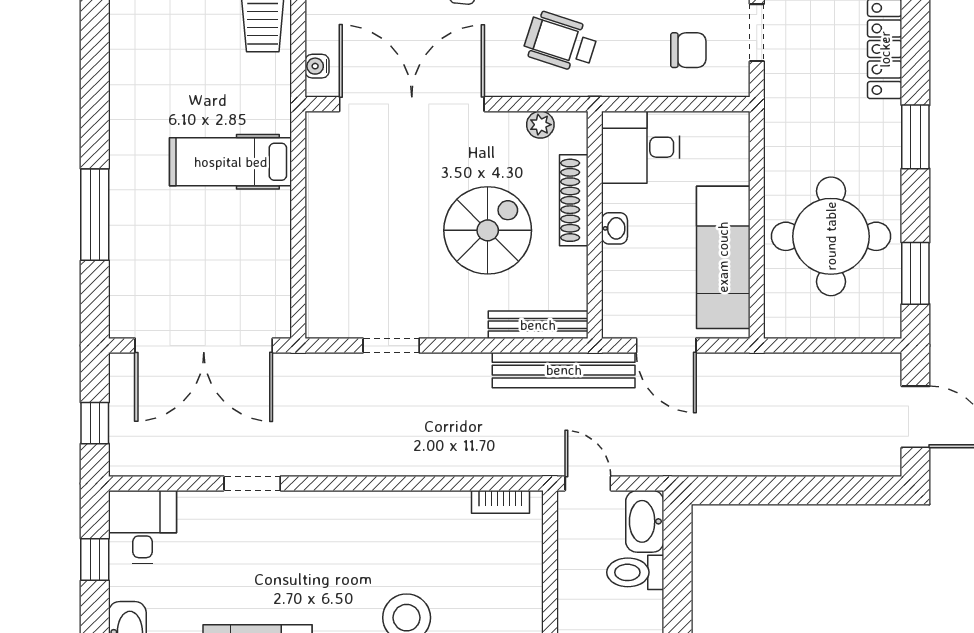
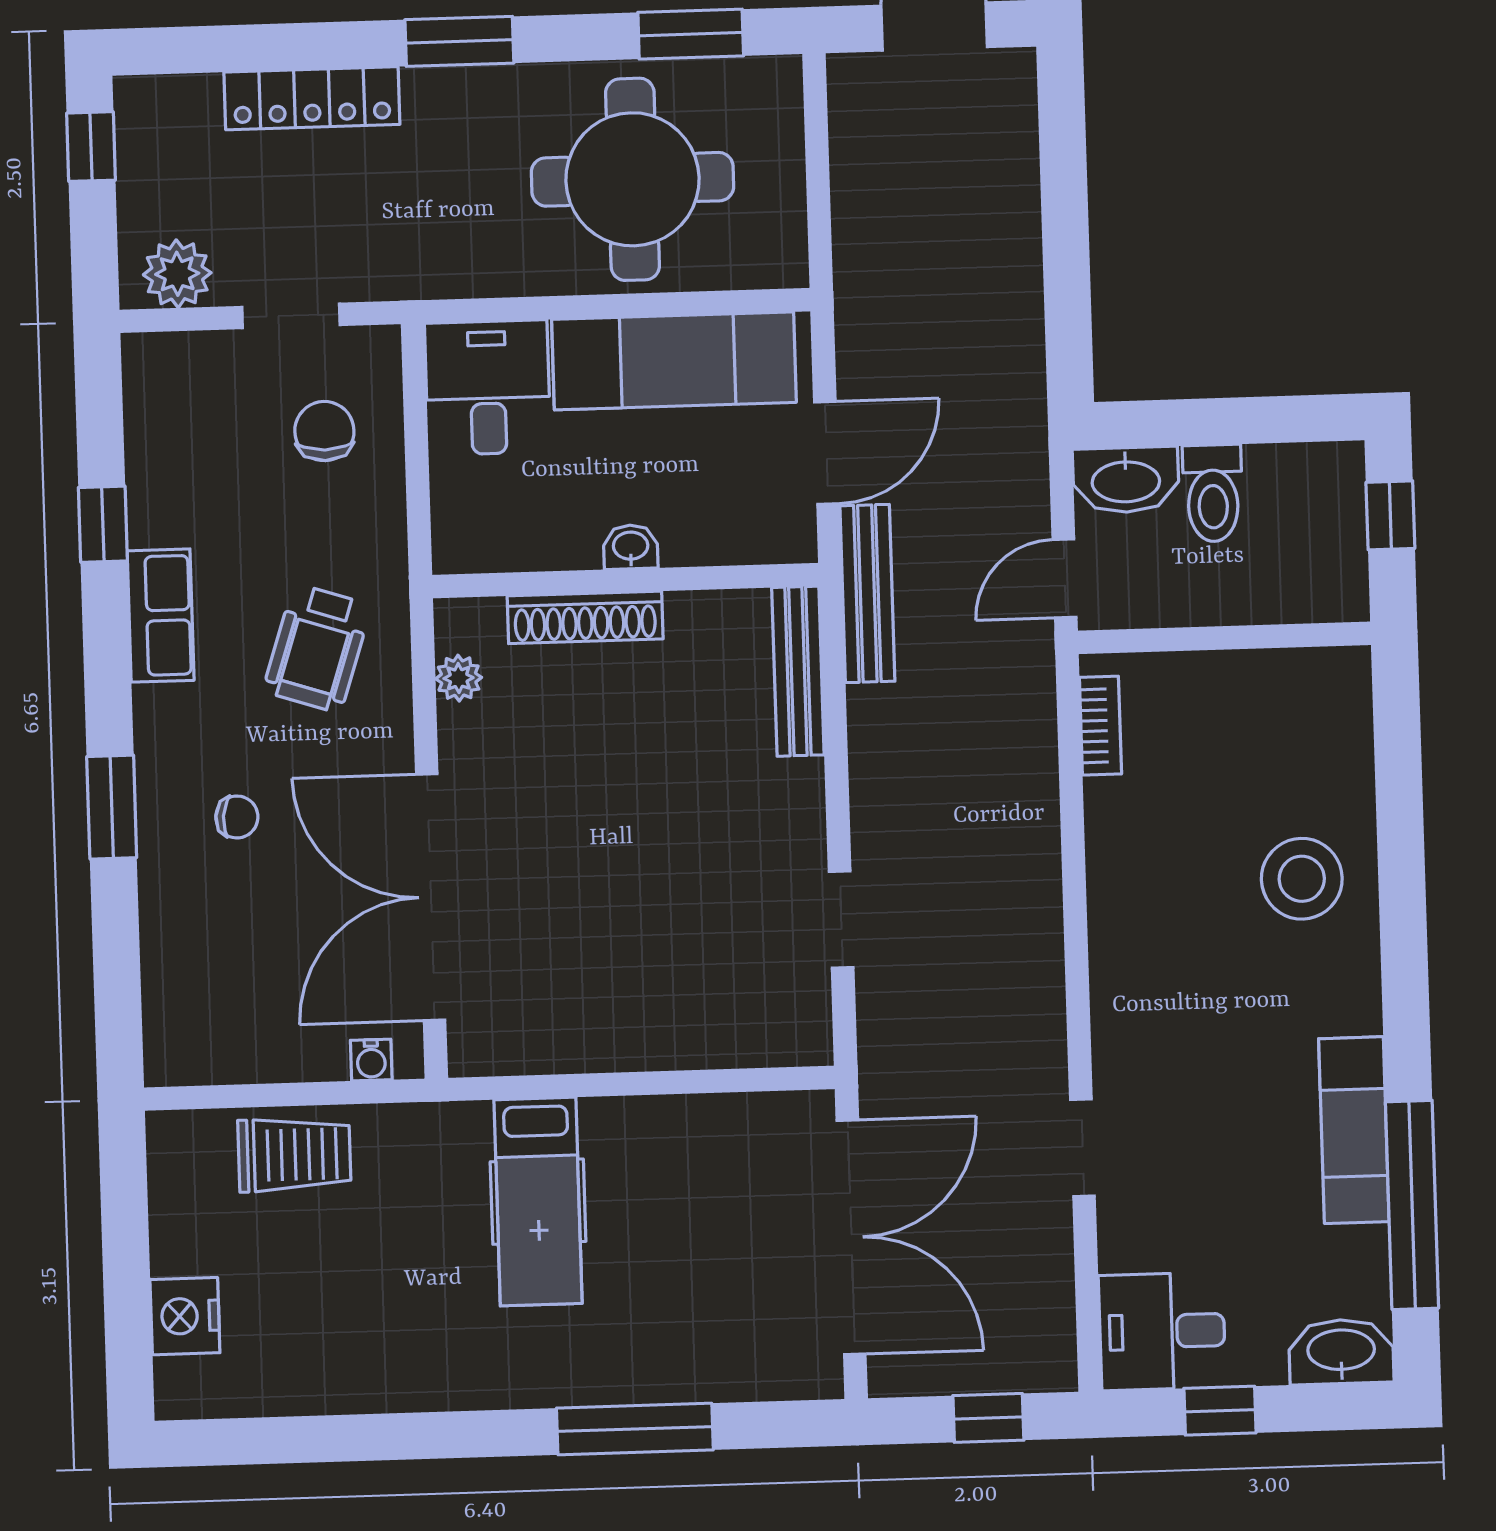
desk: (641, 147) -> (488, 388), moved, turned 180
spiral stairs: (488, 230) -> (641, 762), removed
bench: (564, 370) -> (867, 593), width x0.73, depth x0.82

